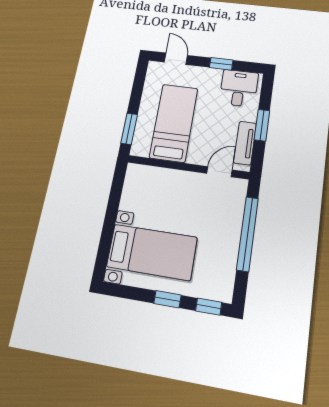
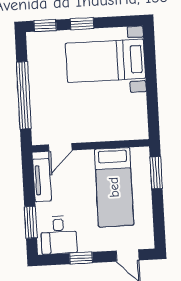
window: (262, 125) -> (31, 222), moved

